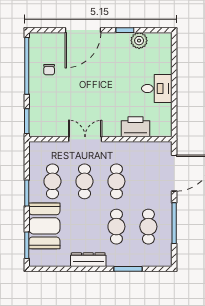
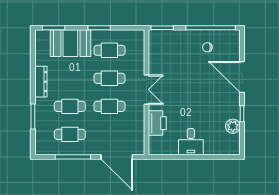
double door: (85, 139) -> (146, 90), moved

